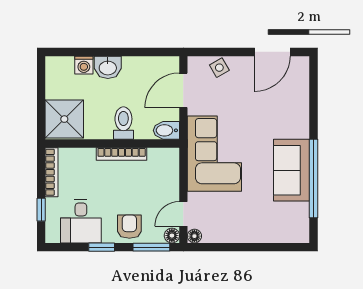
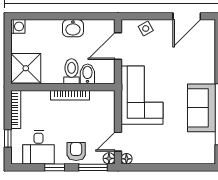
washing machine: (84, 65) -> (18, 26), moved, turned -90
washbasin: (108, 67) -> (73, 28), moved
bidet: (166, 130) -> (87, 74), moved, turned 90

